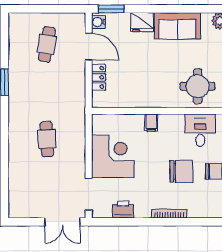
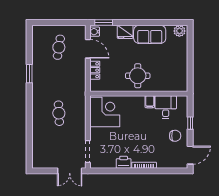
round table: (198, 86) -> (138, 76), moved
filing cabinet: (151, 123) -> (150, 102), moved
corner desk: (113, 156) -> (105, 112), moved
chair: (181, 171) -> (153, 136), removed
printer: (123, 209) -> (124, 162), moved

